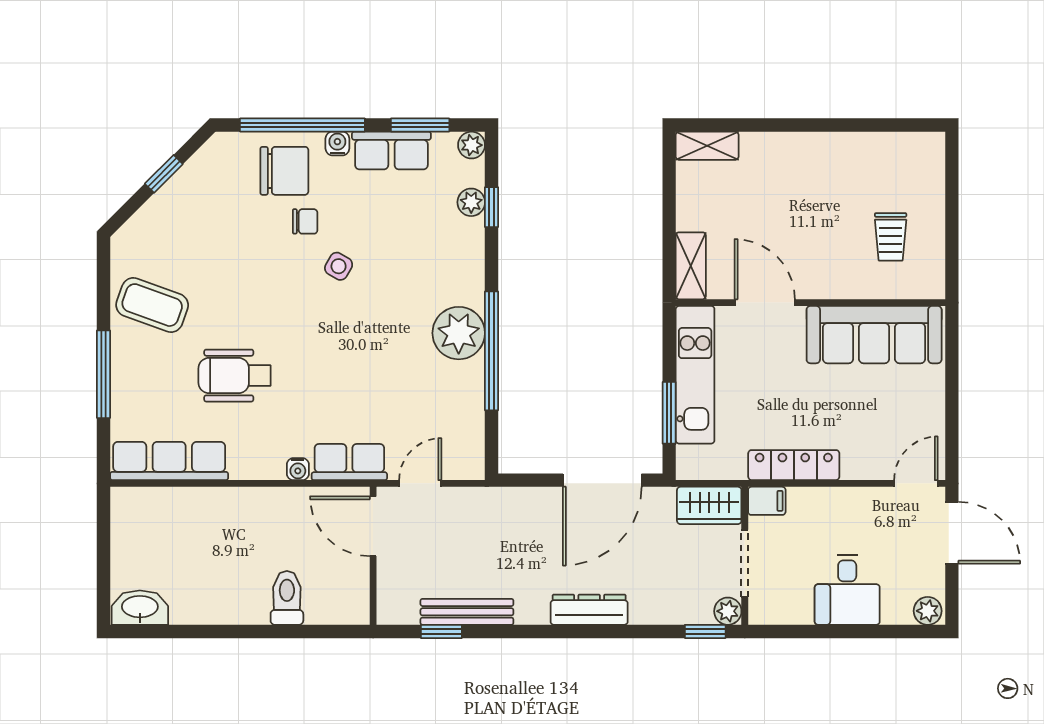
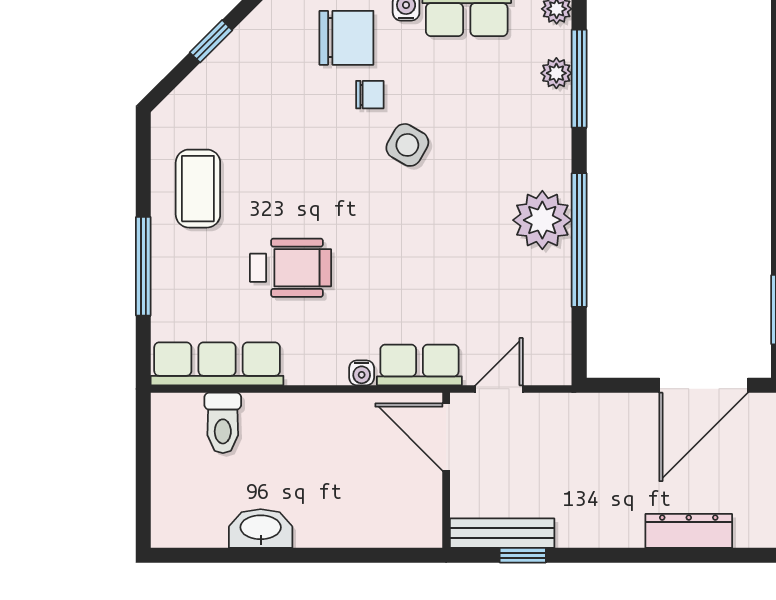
window: (492, 207) -> (579, 79), width x2.17
side table: (339, 266) -> (407, 145), width x1.37, depth x1.37
coffee table: (152, 305) -> (198, 189), turned 70
wheelchair: (235, 376) -> (291, 268), turned 180
toilet: (287, 598) -> (223, 423), moved, turned 180
washbasin: (140, 608) -> (261, 528), moved
bench: (467, 612) -> (502, 533), moved

